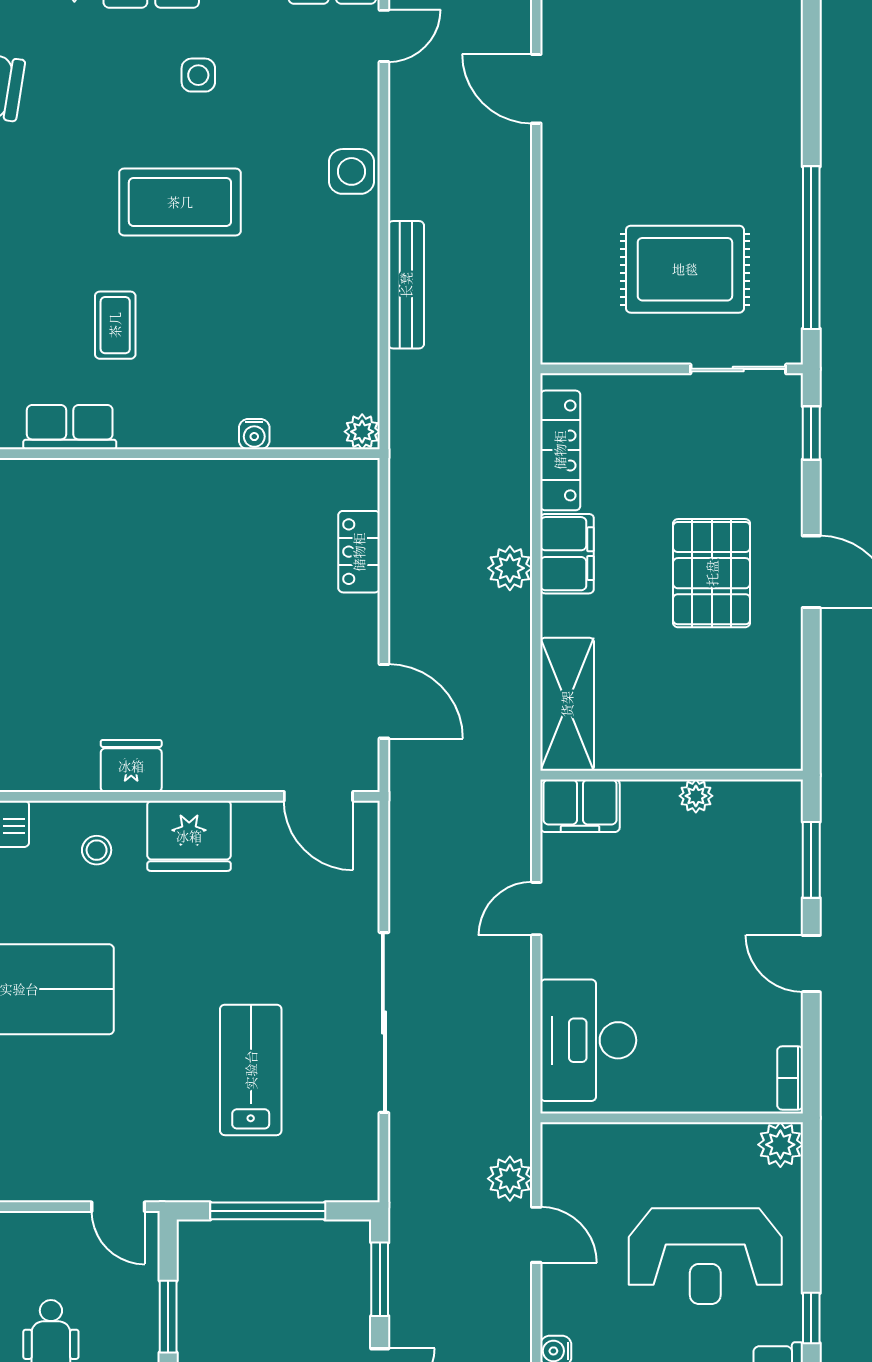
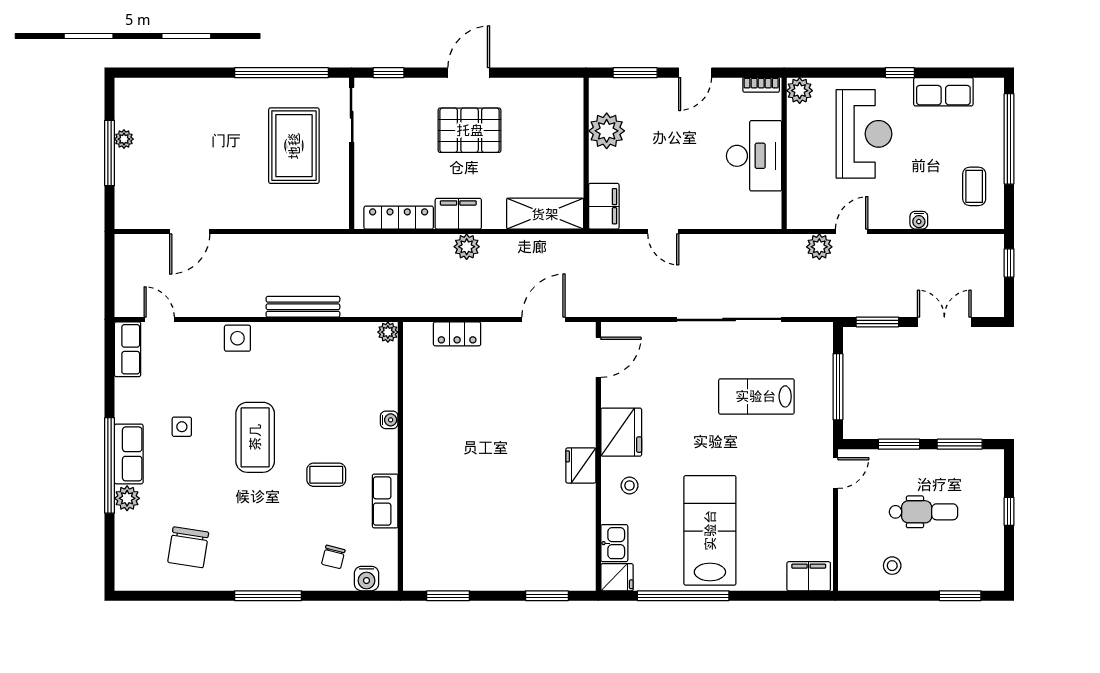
water cooler: (254, 434) -> (389, 420), moved
plant: (696, 796) -> (607, 131), width x1.87, depth x1.87
desk: (588, 1040) -> (754, 156), moved, turned -90

